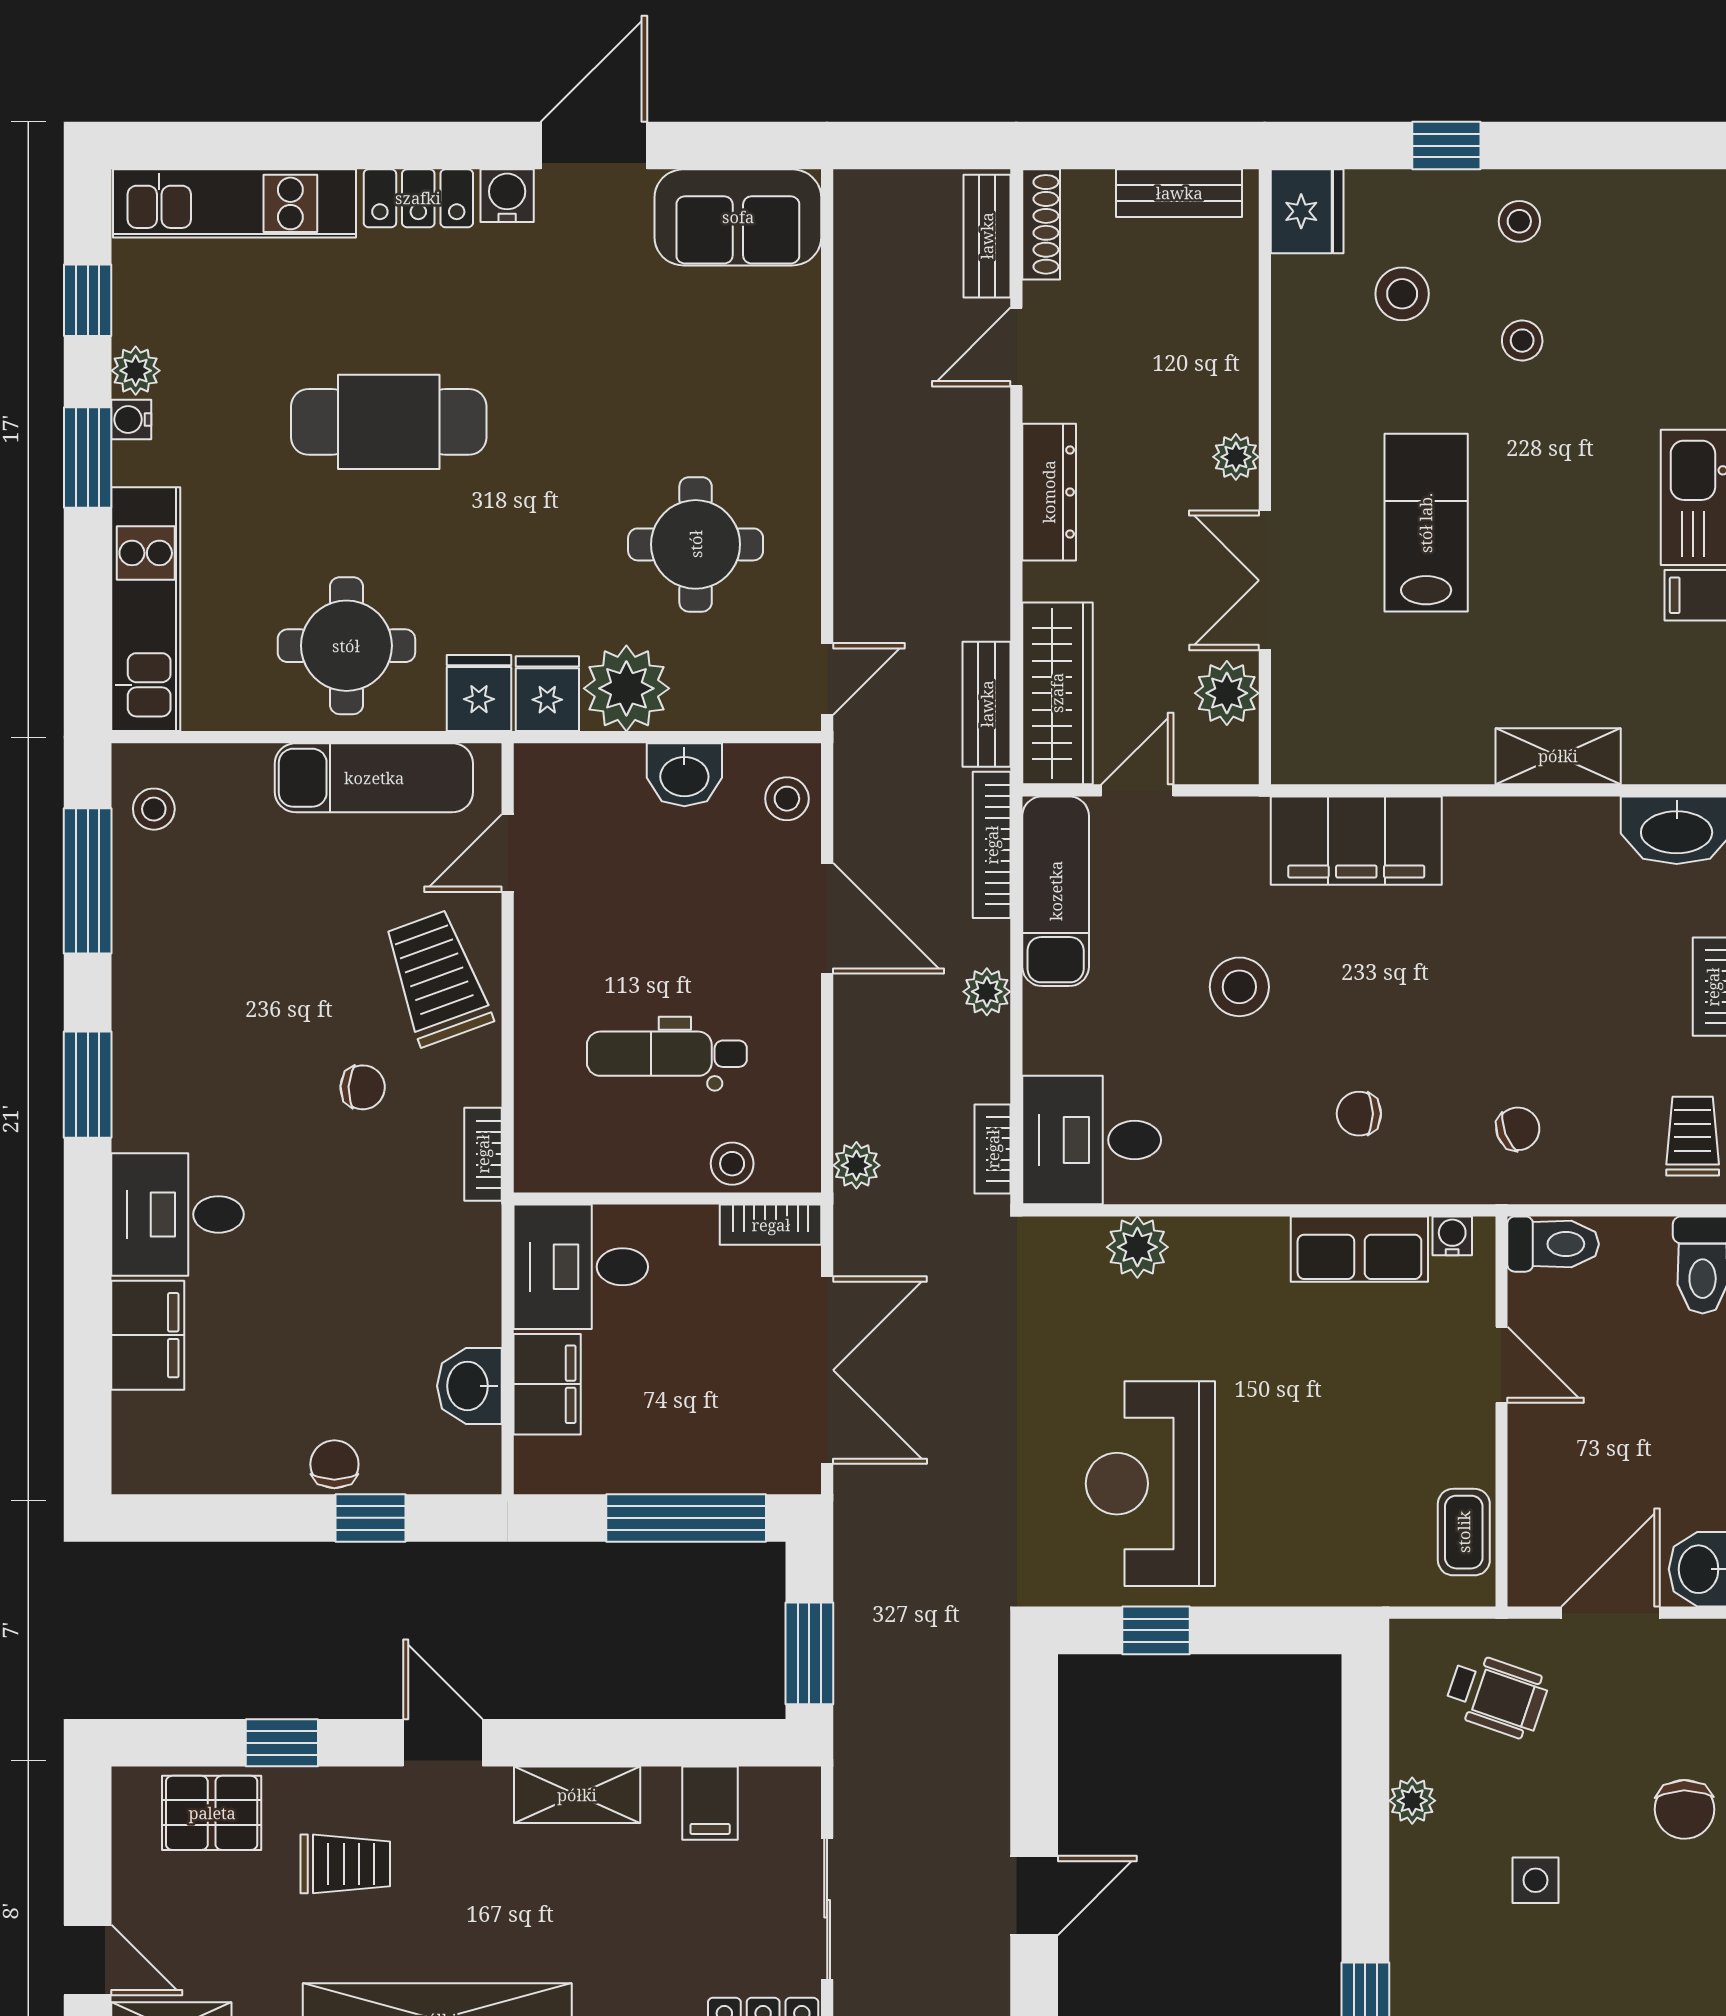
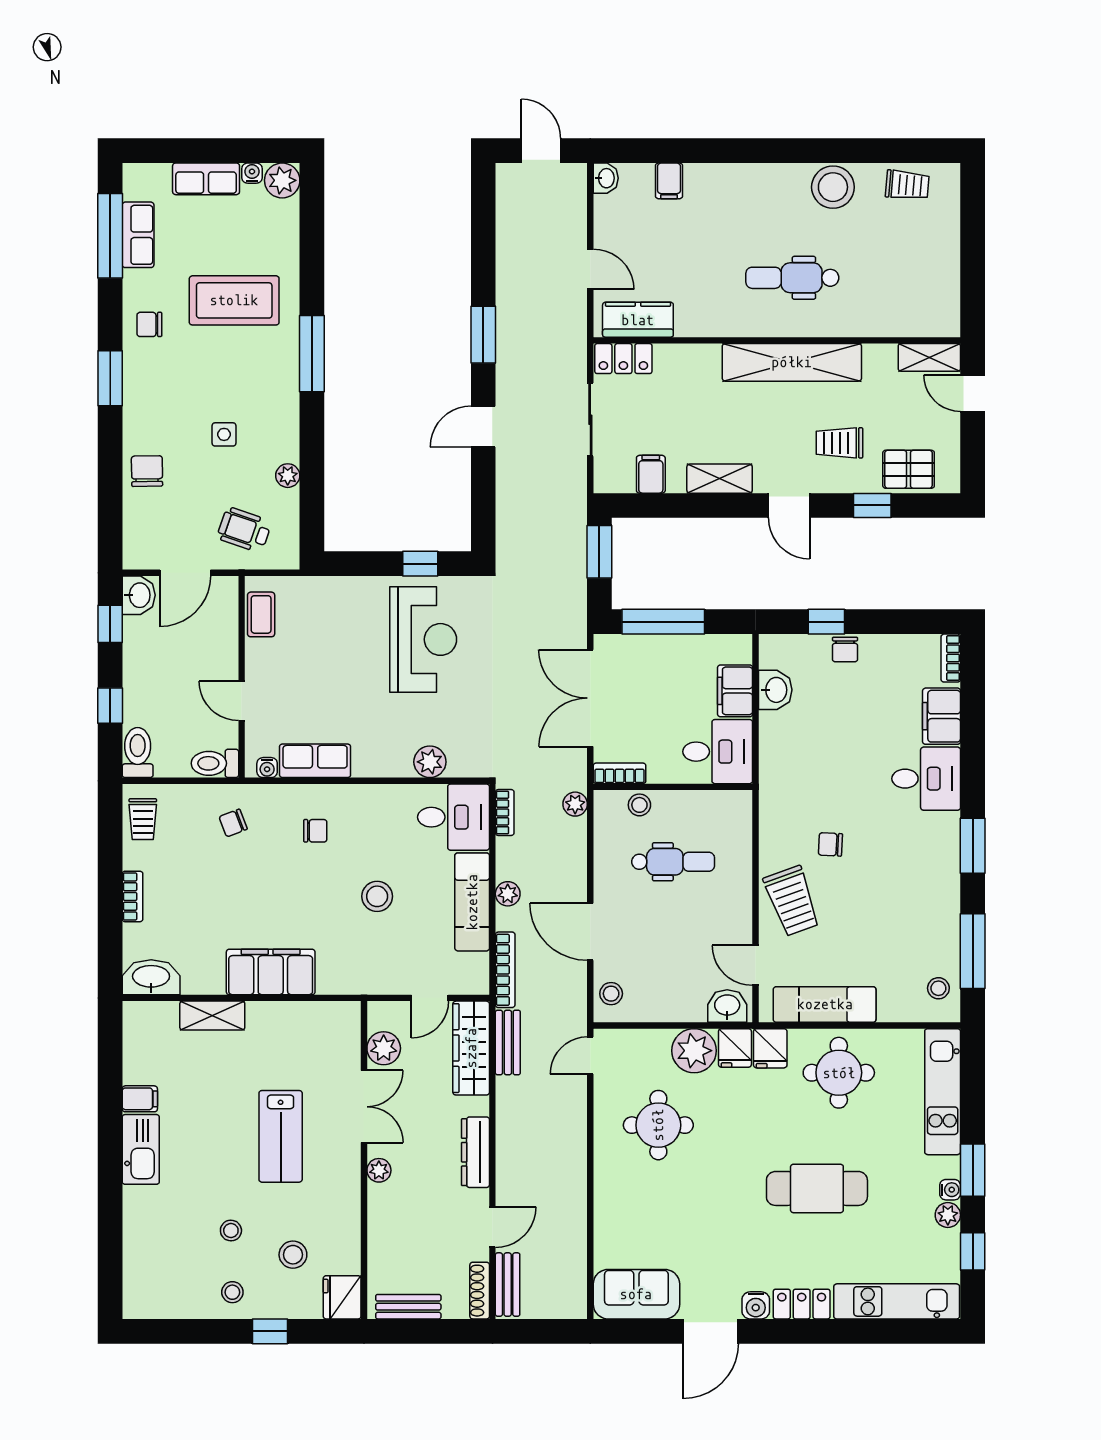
washbasin: (684, 775) -> (727, 1006), moved
filing cabinet: (1356, 841) -> (271, 972), moved
door: (508, 853) -> (755, 965), swing flipped
exam couch: (1056, 891) -> (472, 902), moved
bookcase: (483, 1154) -> (951, 658), moved, turned 180

